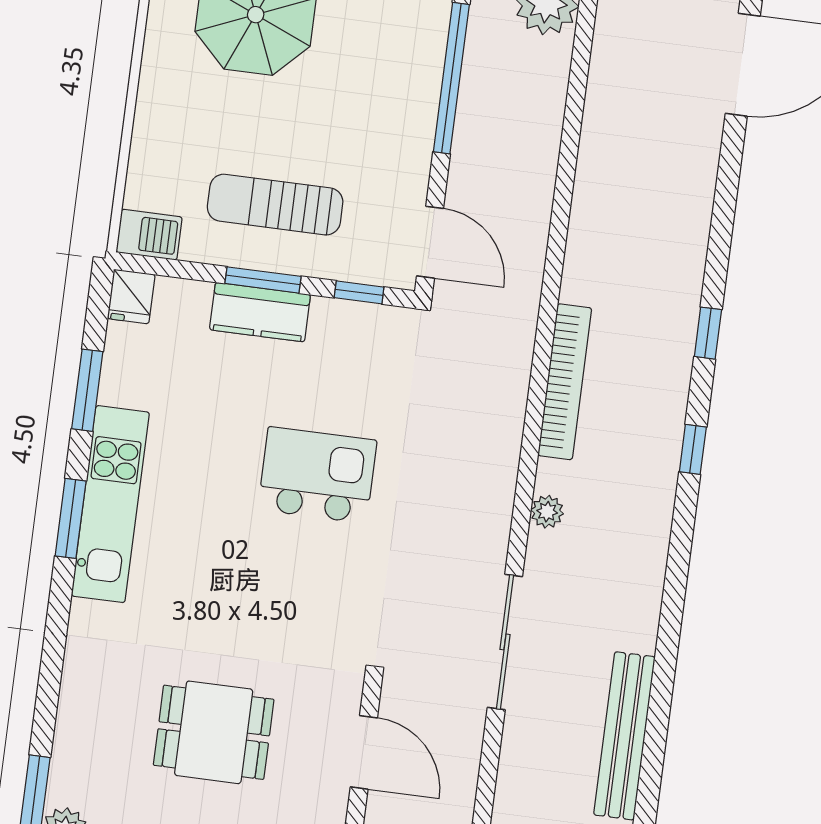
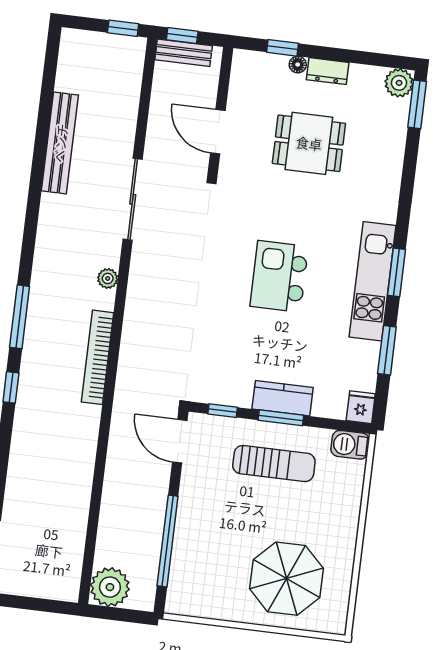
window: (693, 449) -> (20, 317), width x2.17
kitchen island: (317, 475) -> (279, 276), moved, turned 90

